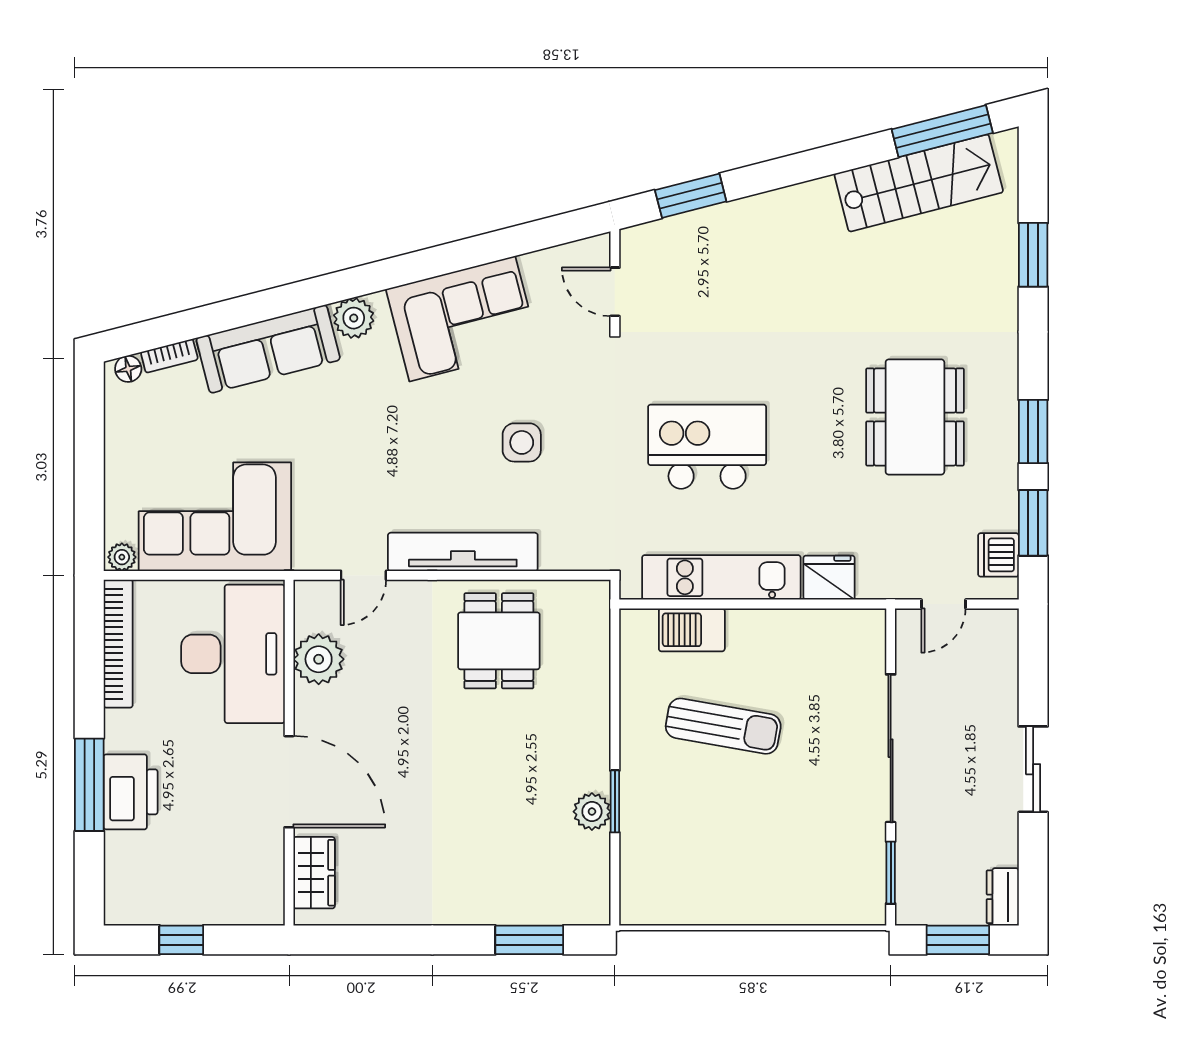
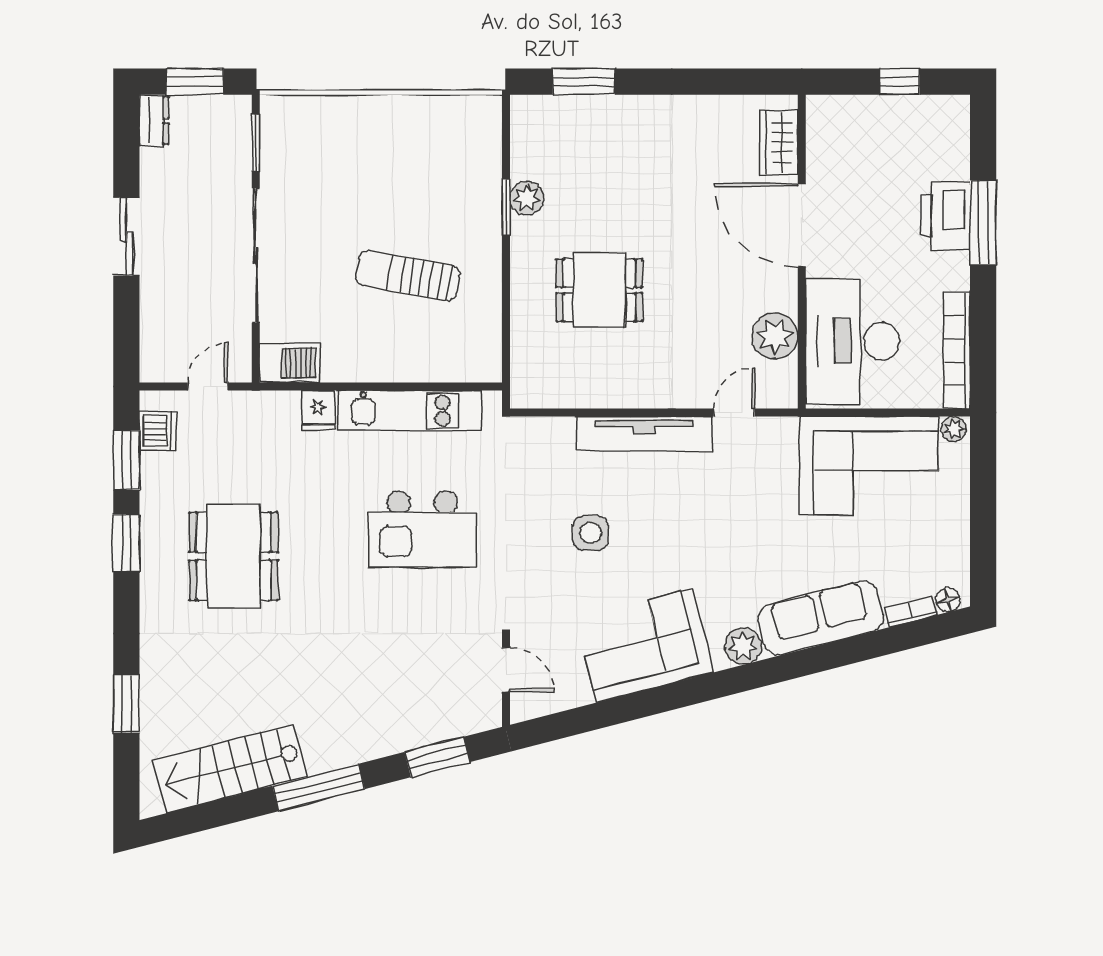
window: (942, 131) -> (319, 788), moved
fridge: (829, 578) -> (318, 410), width x0.72
barbecue: (692, 630) -> (290, 363), moved
dining table: (499, 641) -> (599, 290), moved, turned 90

